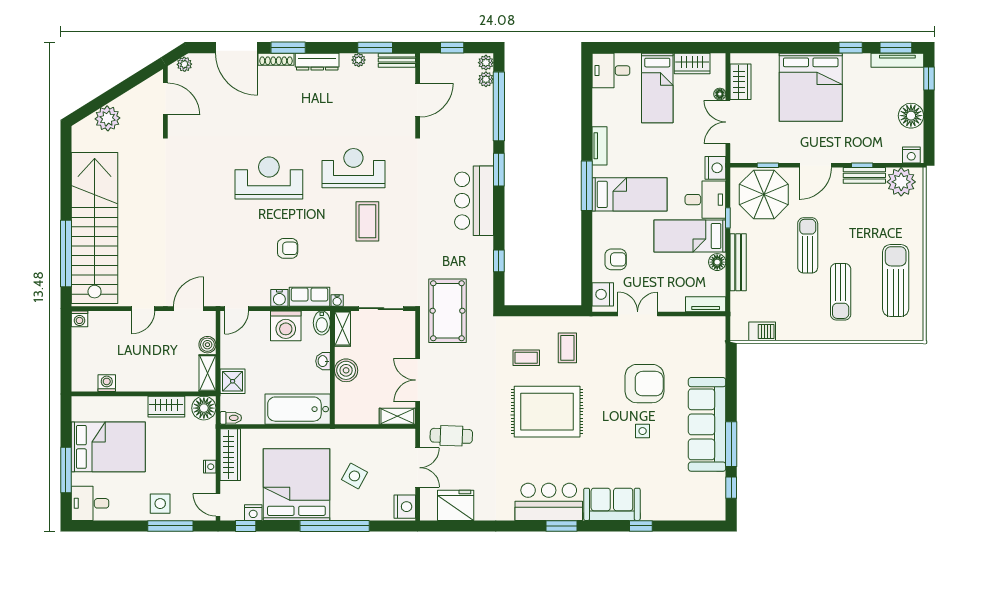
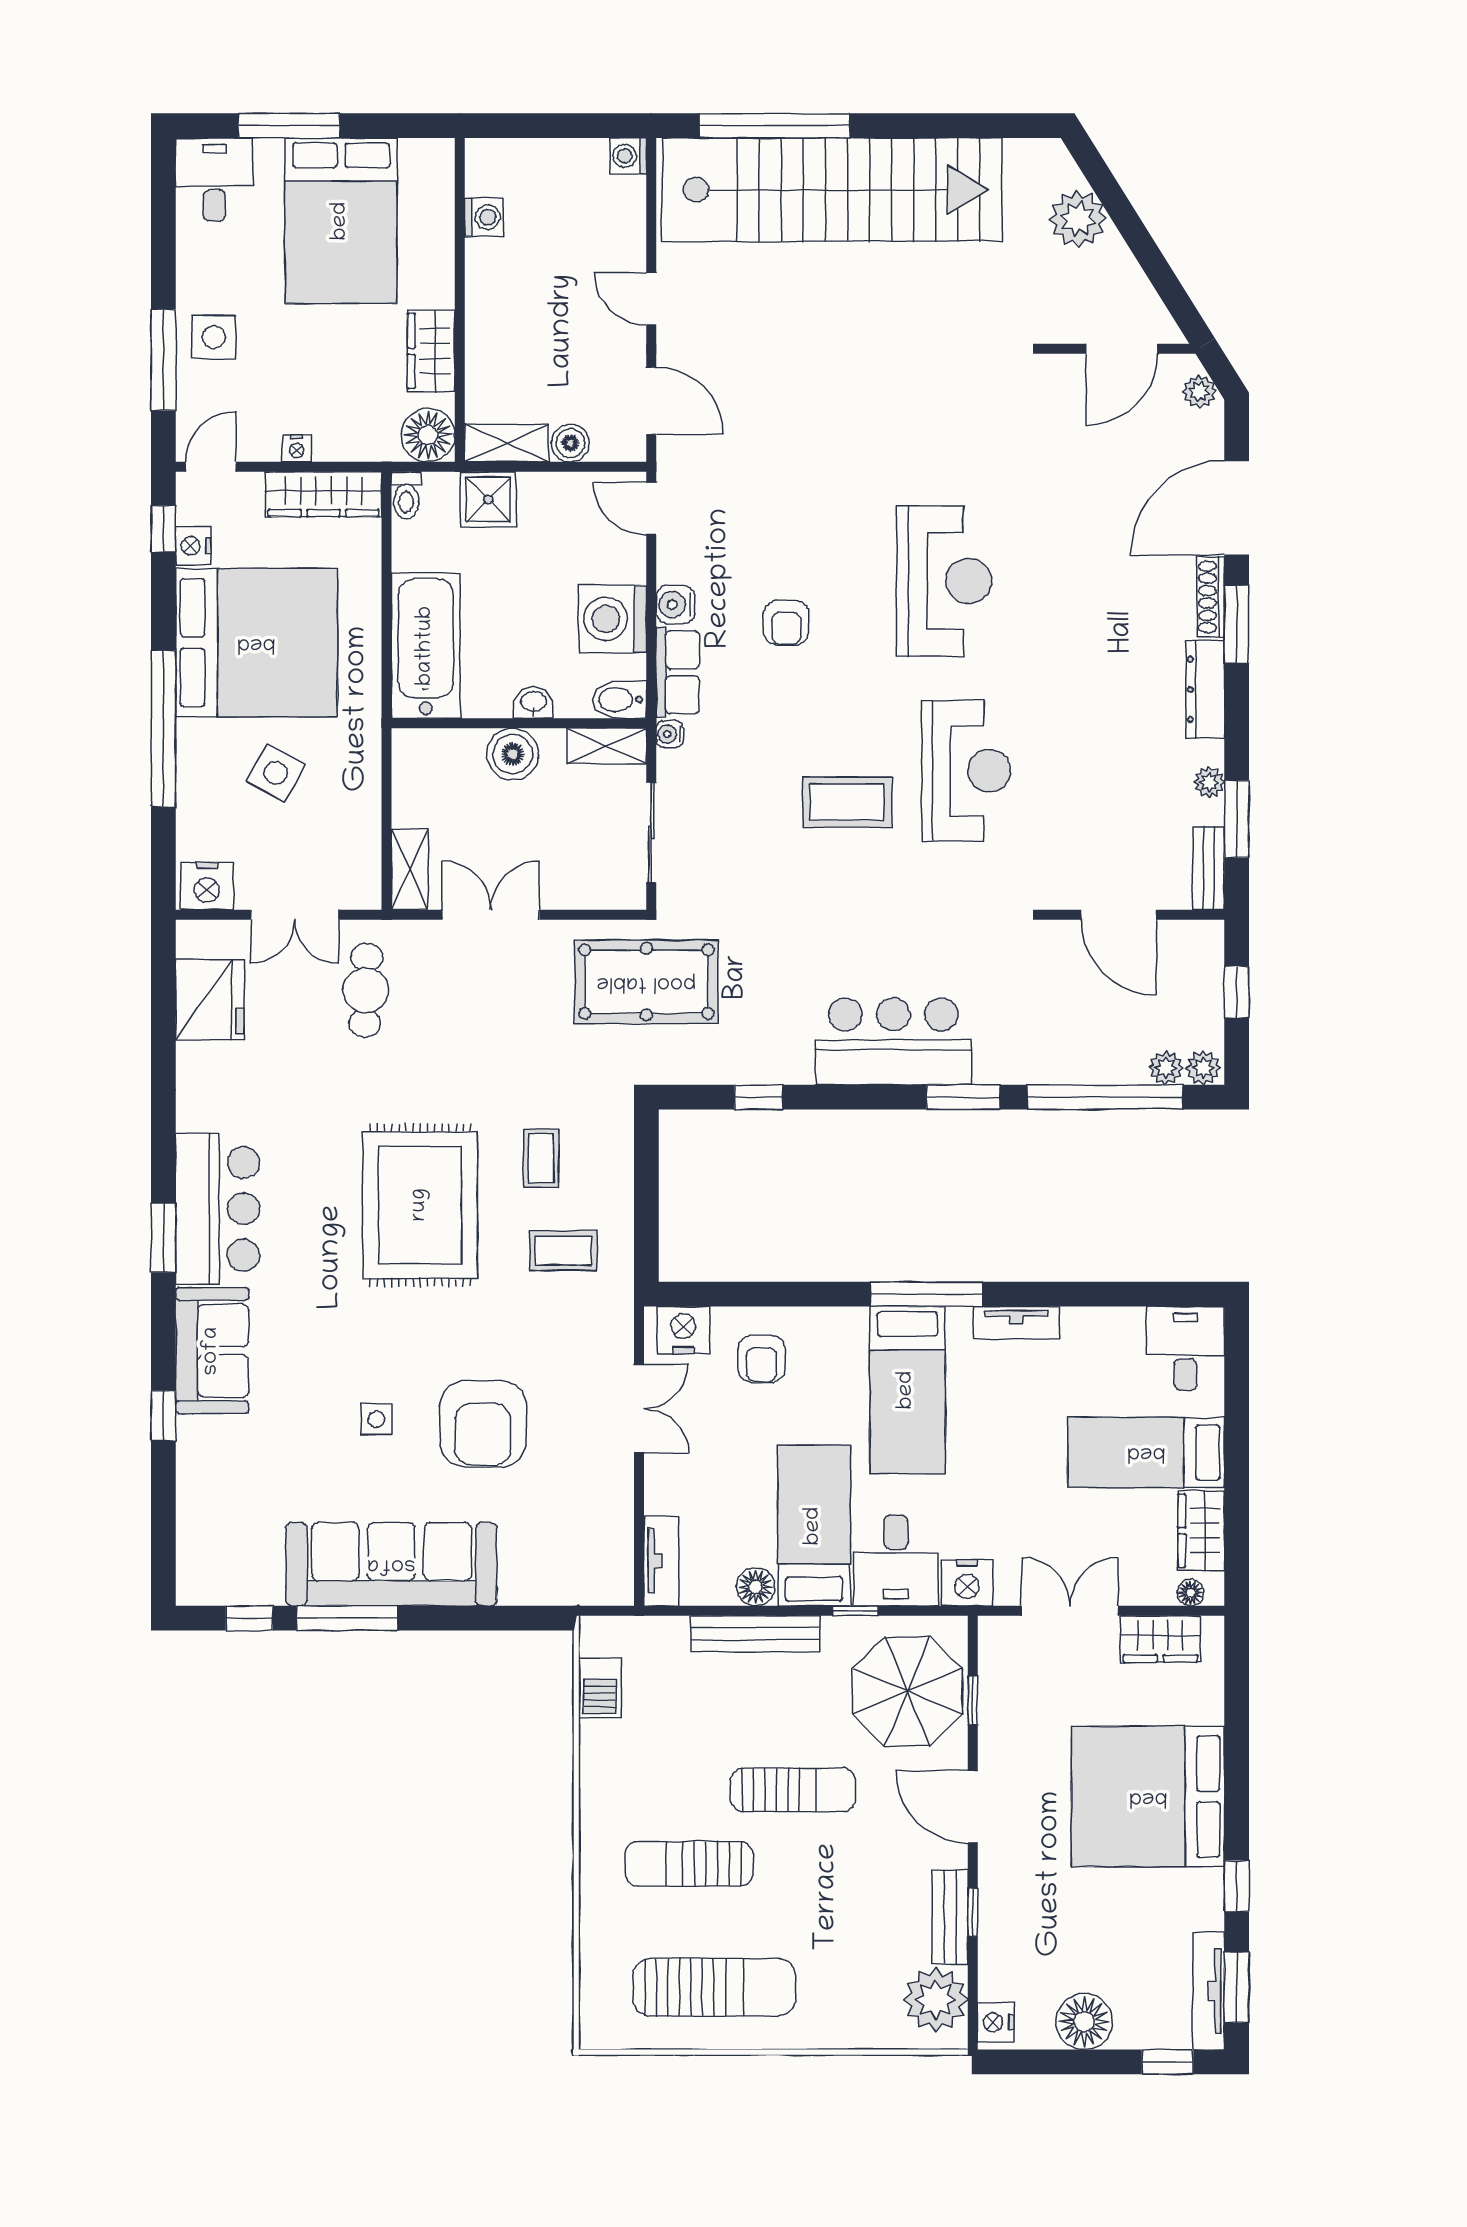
floor lamp: (720, 94) -> (1190, 1593), moved

